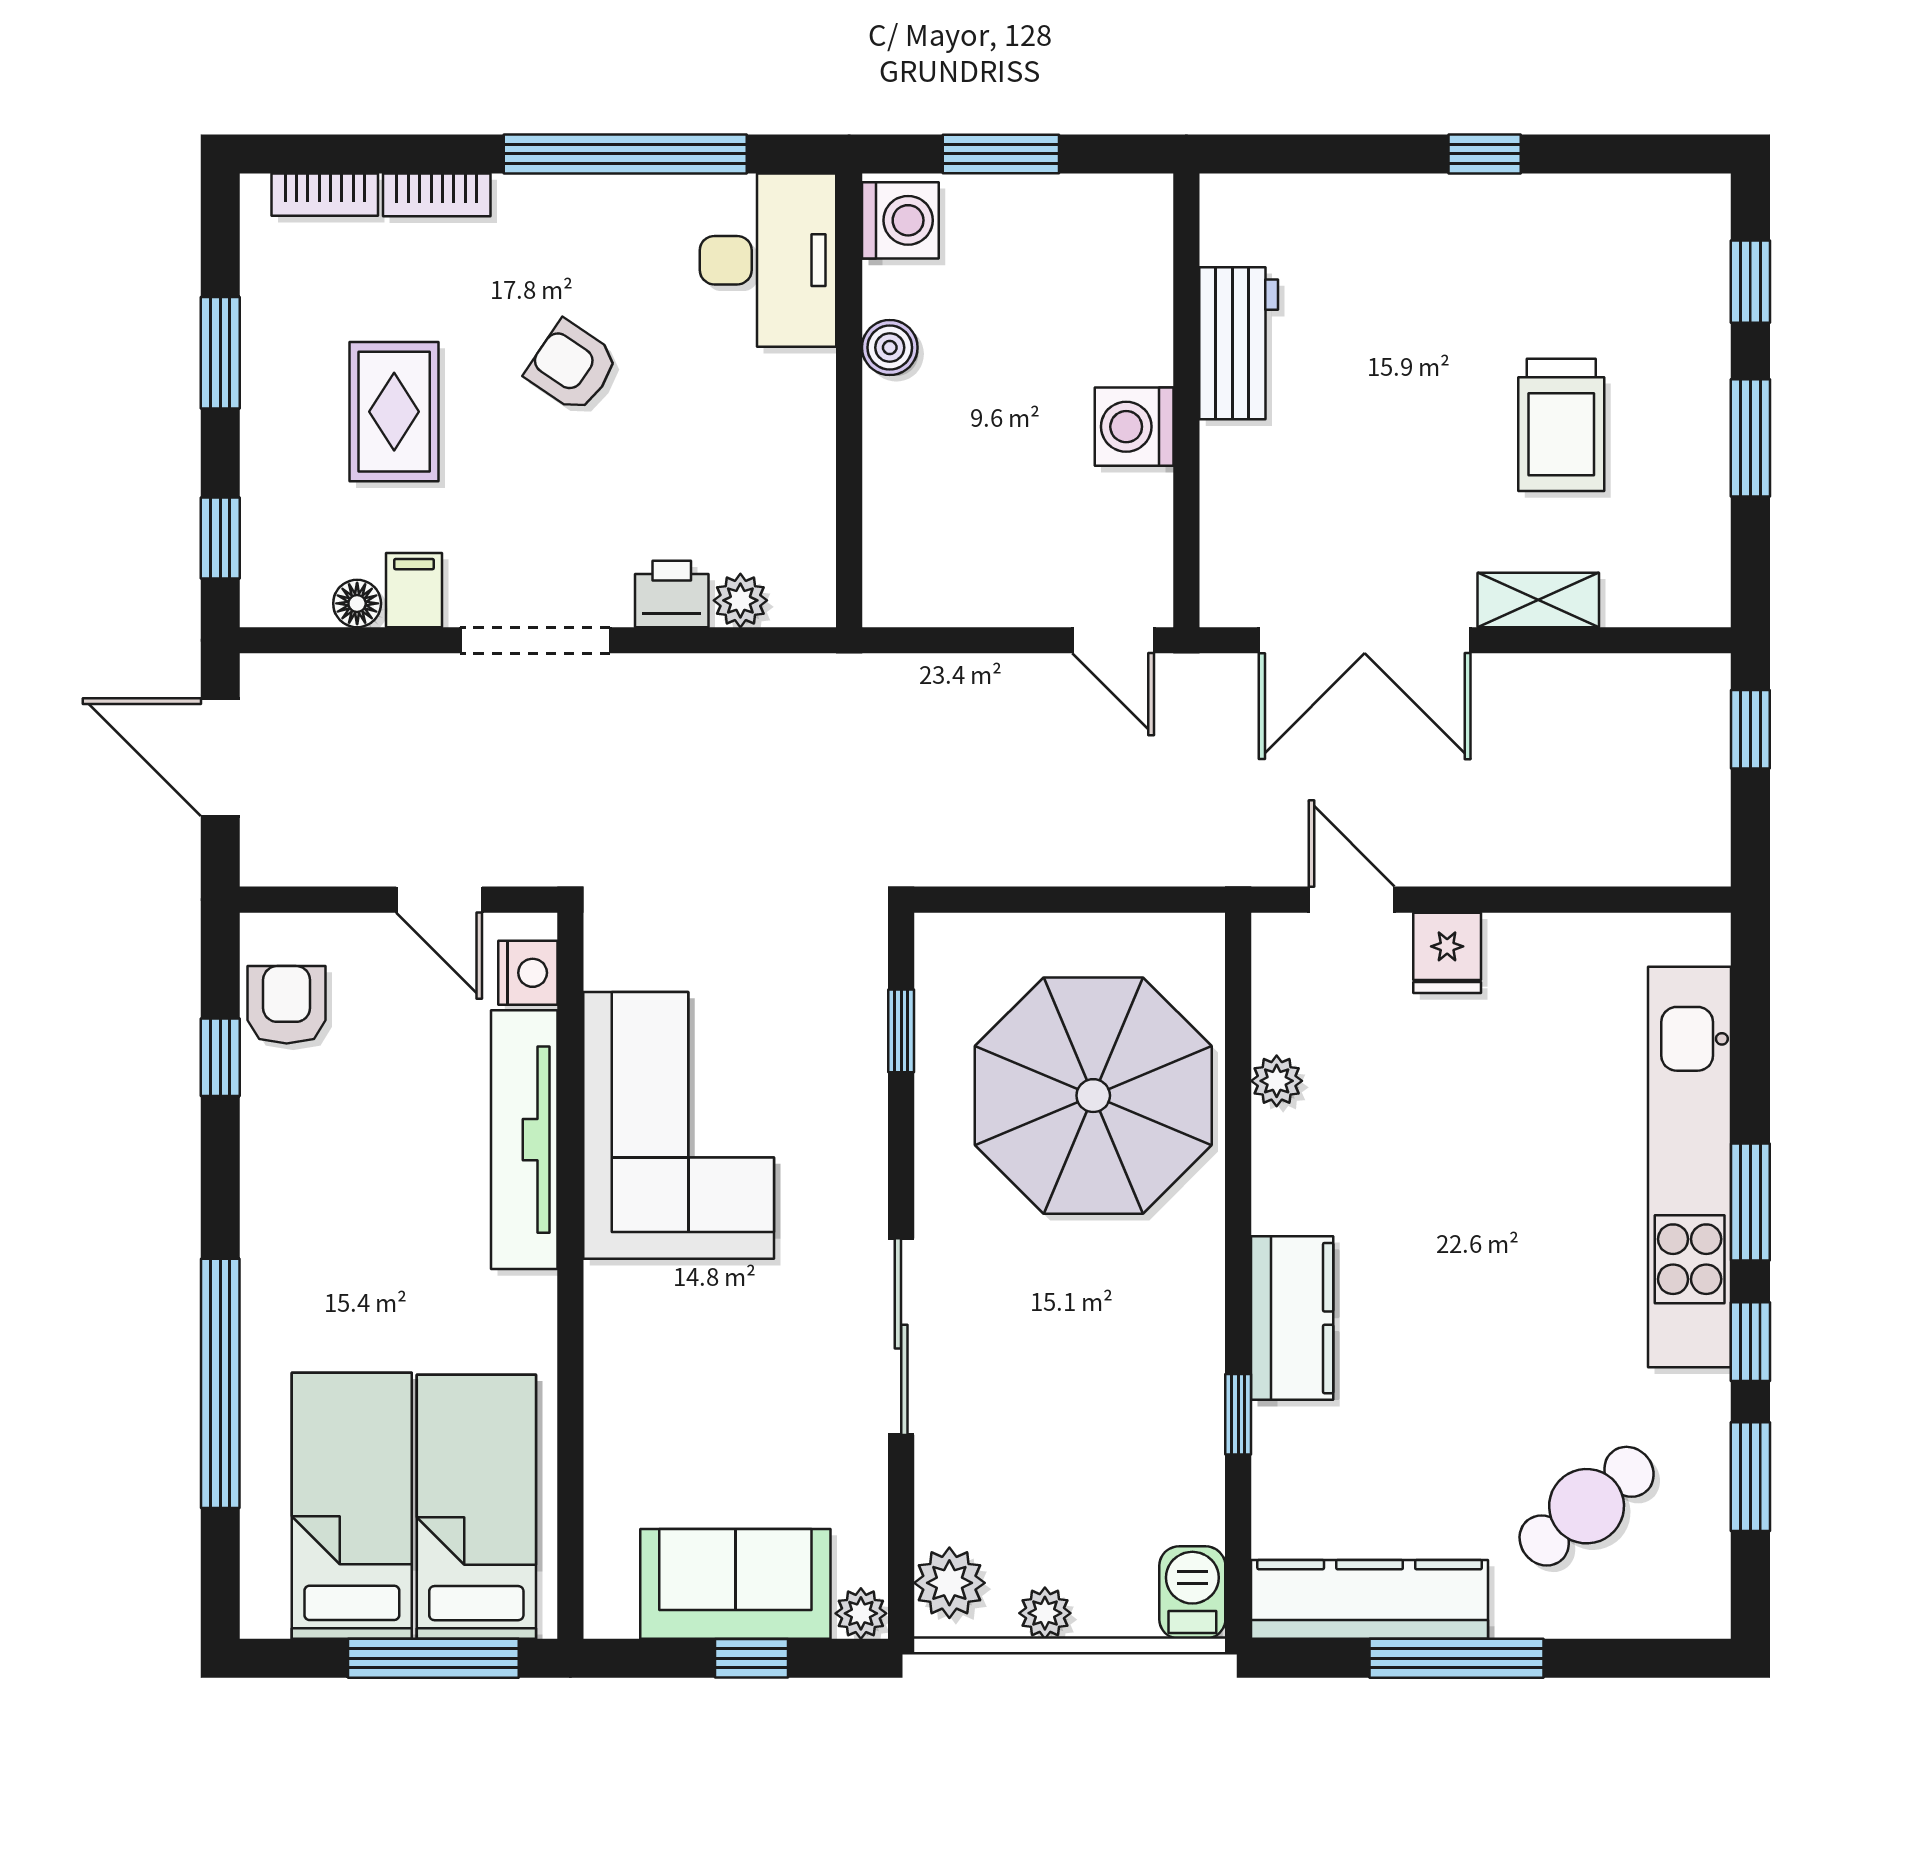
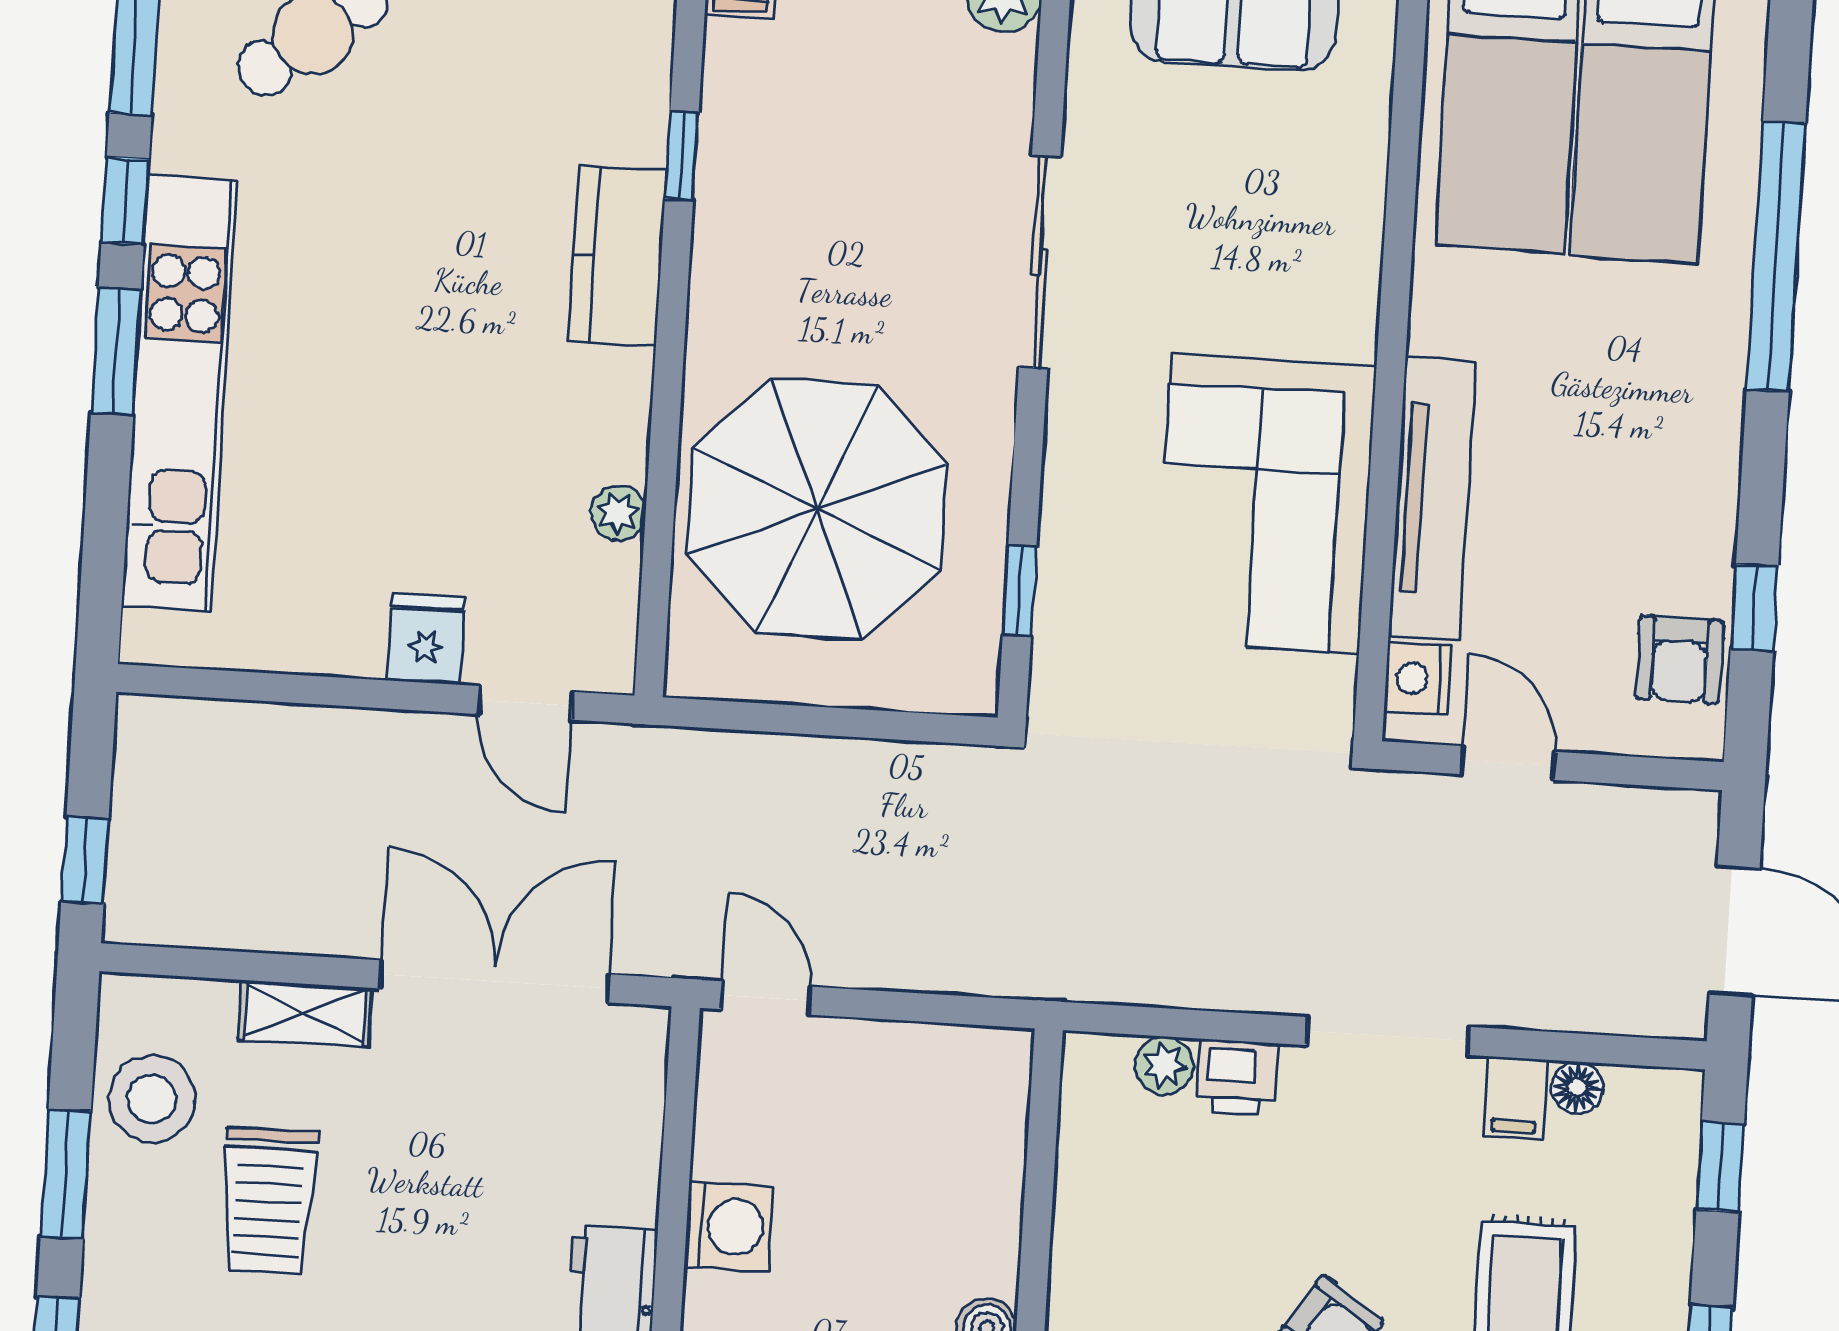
trolley: (1561, 425) -> (269, 1200), turned 180
stool: (1675, 512) -> (152, 1099), added

